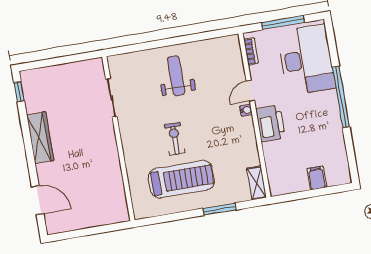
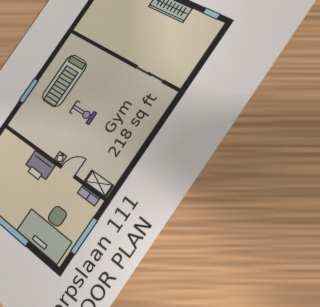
weight bench: (176, 76) -> (122, 130), removed
door: (250, 91) -> (68, 172), hinge flipped
exercise bike: (175, 139) -> (83, 113), moved
shelving: (257, 183) -> (99, 183), moved

